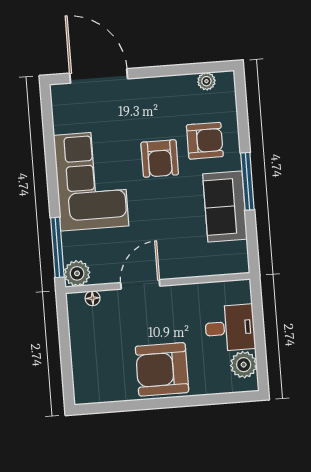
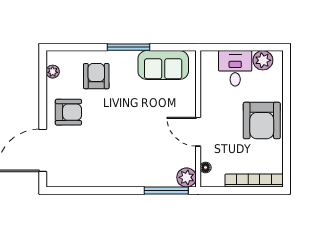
armchair: (160, 158) -> (68, 112), moved
corner sofa: (91, 181) -> (119, 162), removed
sofa: (225, 207) -> (163, 65), moved
bookcase: (80, 365) -> (254, 180), added

